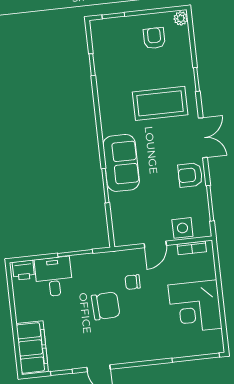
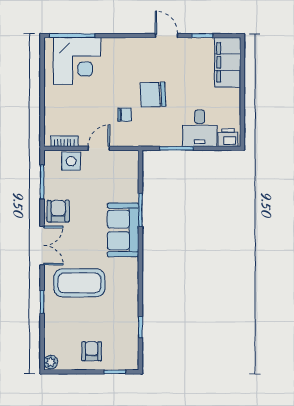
armchair: (154, 38) -> (92, 351), moved, turned 180
double door: (203, 138) -> (42, 246), swing flipped
armchair: (190, 175) -> (58, 211), turned -90
corner desk: (195, 307) -> (77, 61), moved, turned 90

